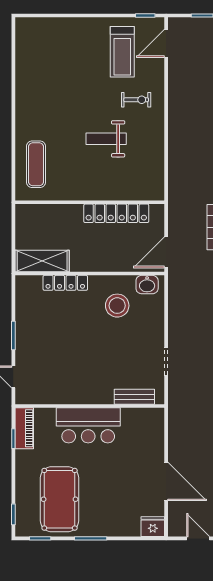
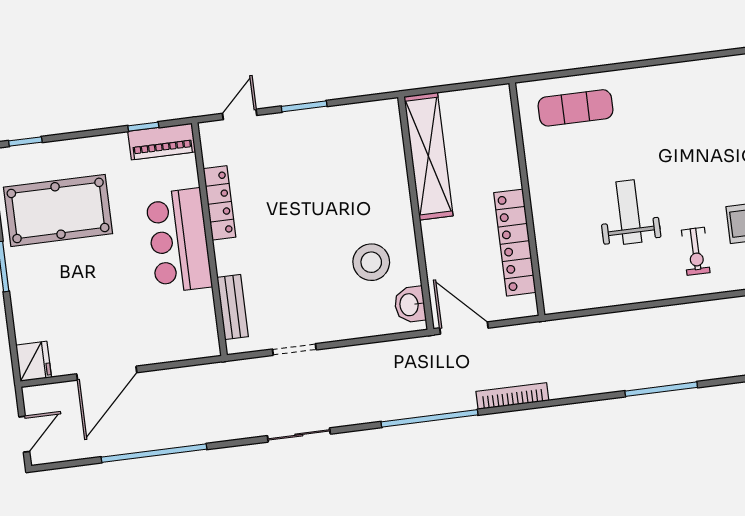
shelving: (42, 261) -> (428, 156), width x1.47
locker: (65, 283) -> (219, 203), moved, turned 180

